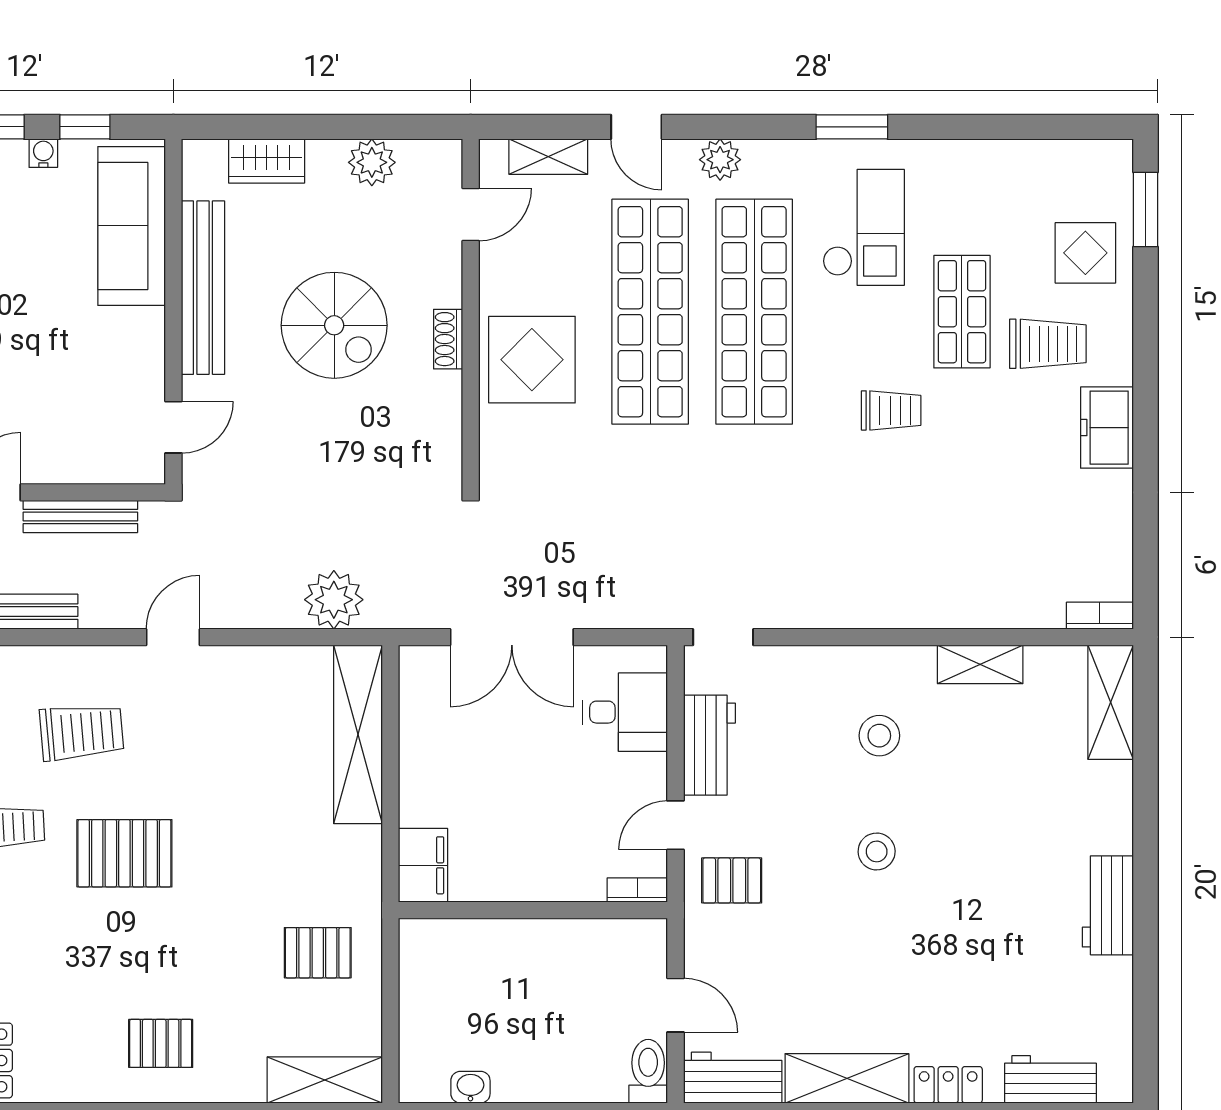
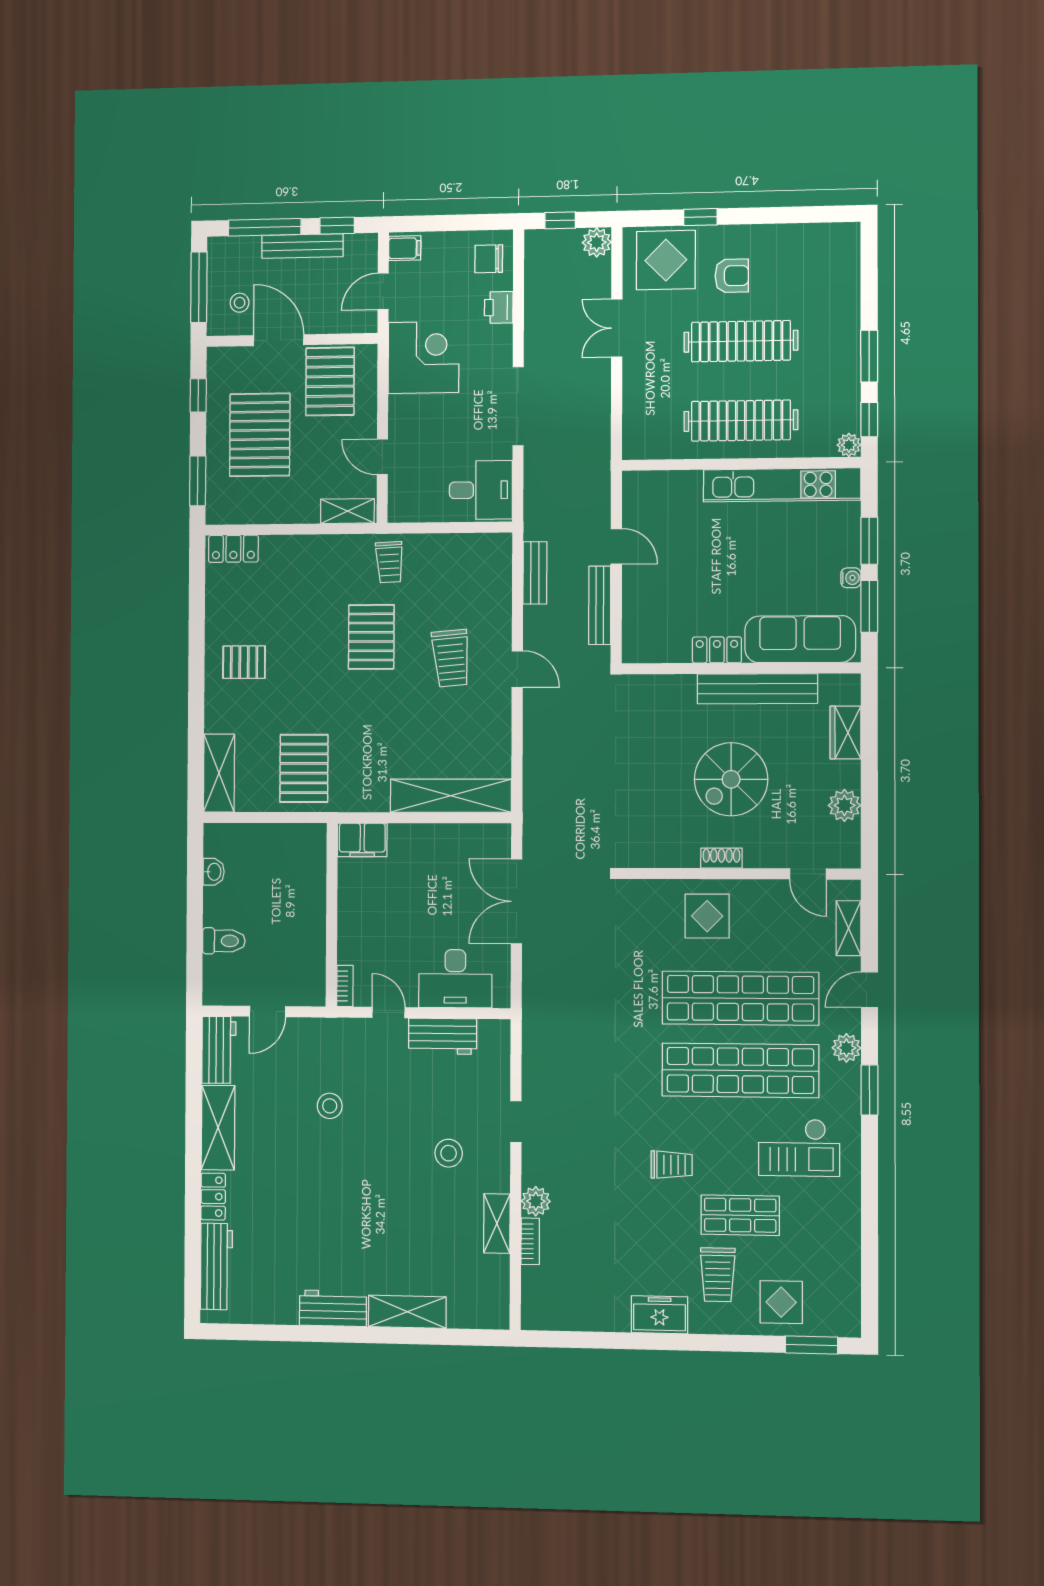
window: (85, 127) -> (869, 606), width x1.50
window: (852, 127) -> (870, 1090), moved
locker: (146, 346) -> (717, 650), added
display table: (532, 360) -> (707, 916), width x0.73, depth x0.73
trolley: (891, 410) -> (672, 1165), turned -90
door: (173, 427) -> (661, 669), removed
plant: (334, 600) -> (536, 1201), moved, width x0.73, depth x0.73
bookcase: (1100, 616) -> (530, 1241), moved
doorway: (723, 637) -> (516, 1122), moved
shelving: (1111, 702) -> (407, 1312), moved
desk: (625, 712) -> (455, 979), width x1.37
trolley: (82, 732) -> (451, 658), moved
stool: (877, 851) -> (330, 1106), moved
pallet: (732, 880) -> (351, 1051), removed
pallet: (318, 953) -> (304, 768), width x1.50, depth x1.42
pallet: (161, 1043) -> (244, 662), turned 90
toilet: (648, 1071) -> (224, 941), moved
workbench: (1050, 1079) -> (216, 1266), width x1.37

